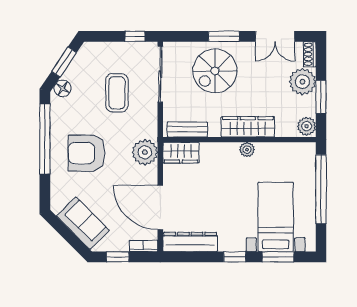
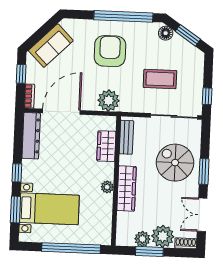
plant: (307, 126) -> (142, 239), moved
wardrobe: (181, 153) -> (106, 146), moved

